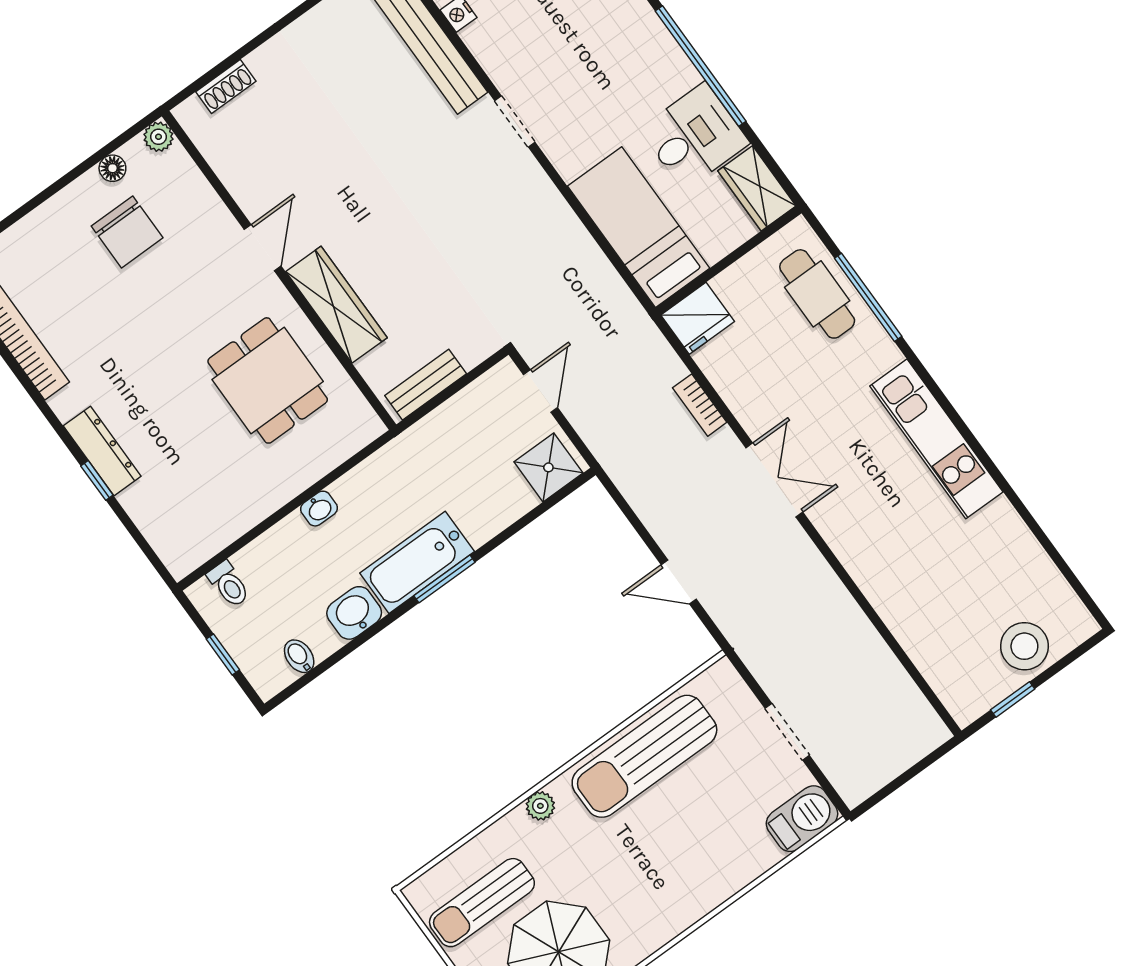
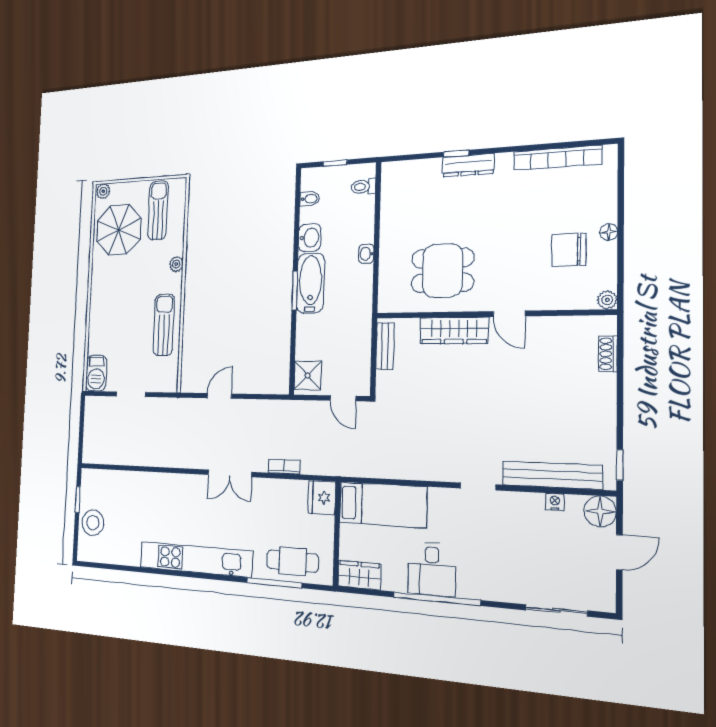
desk: (694, 136) -> (432, 569), moved
floor lamp: (112, 168) -> (609, 232), moved
kitchen unit: (936, 439) -> (195, 559), width x1.36
sun lounger: (644, 756) -> (164, 325), width x0.73, depth x0.75

